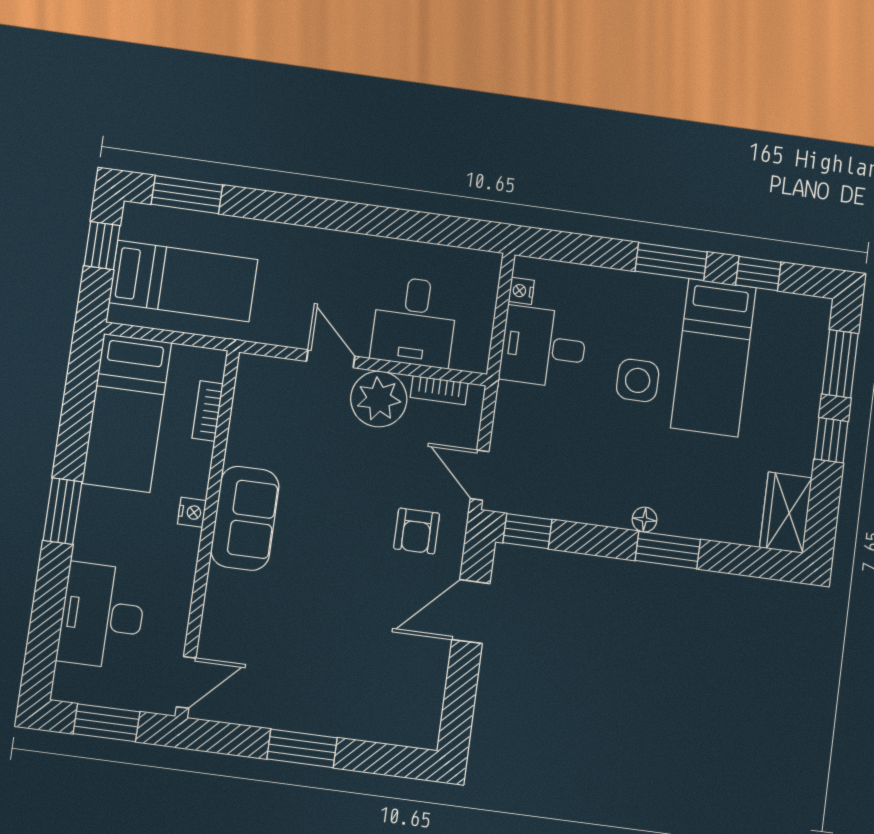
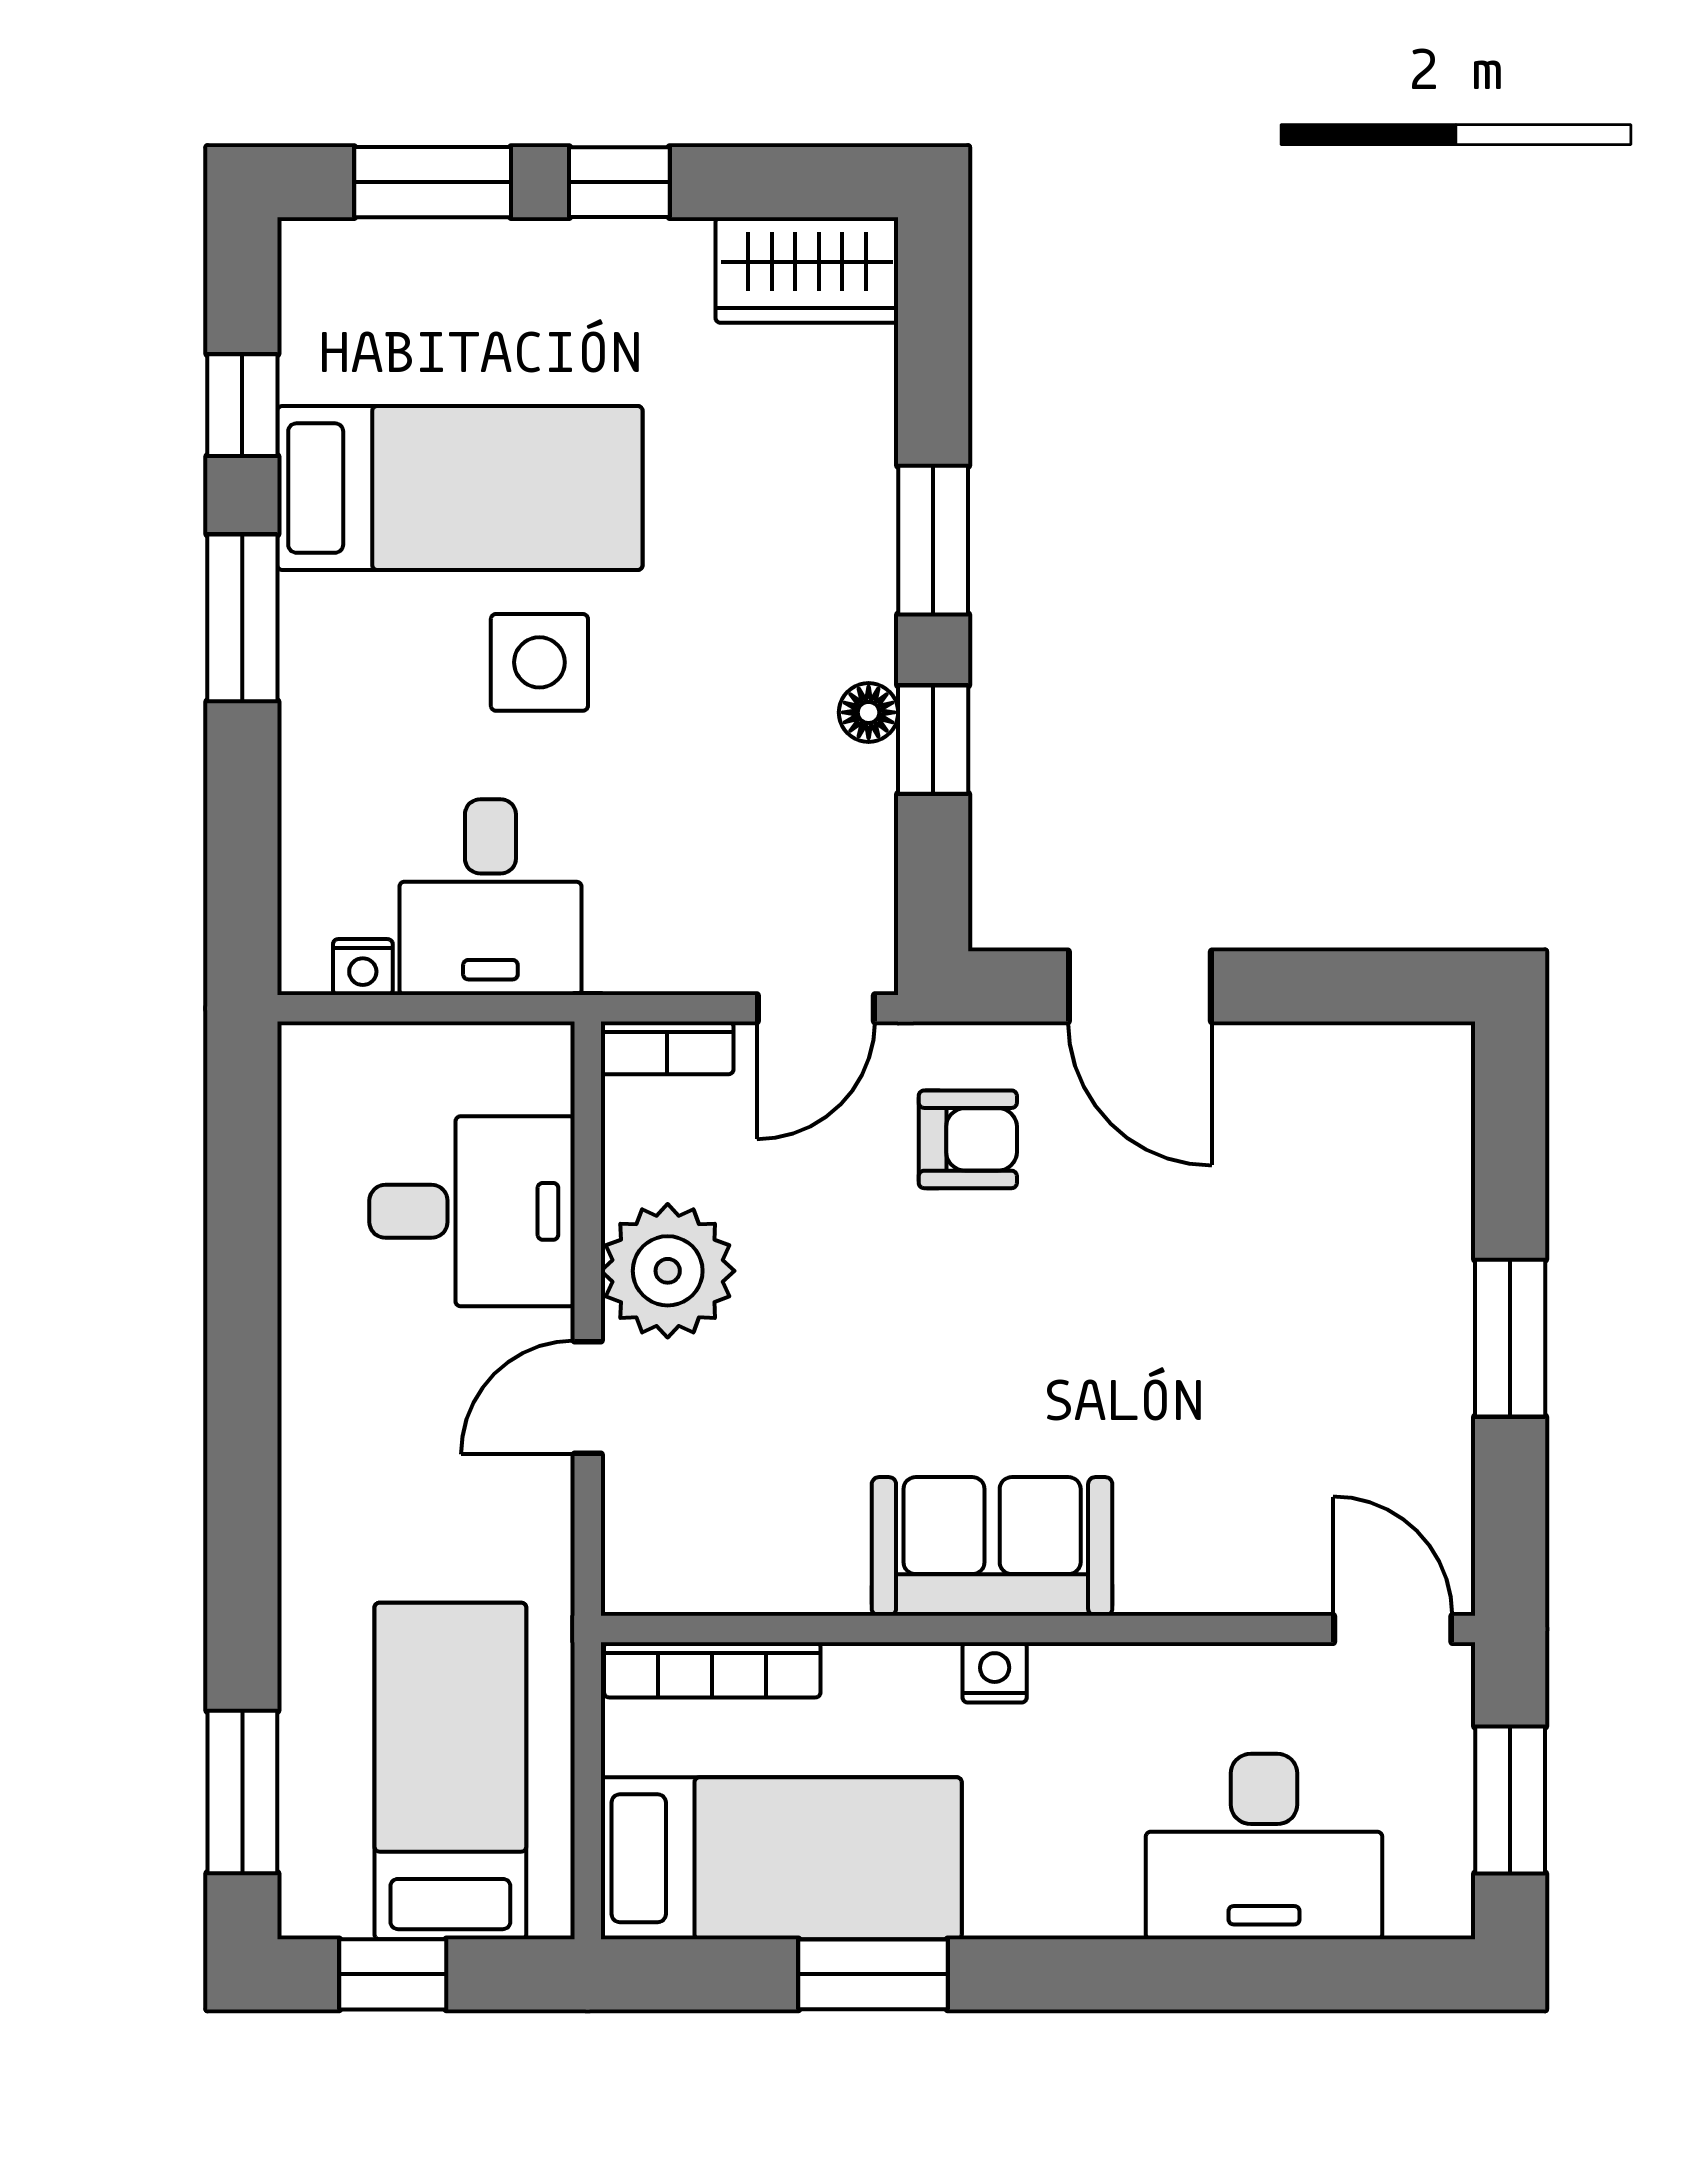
bookcase: (439, 390) -> (667, 1048), moved, turned 90
bookcase: (208, 411) -> (712, 1670), width x1.56
window: (62, 511) -> (873, 1974), moved
floor lamp: (645, 520) -> (869, 712), moved
window: (527, 531) -> (933, 740), moved

